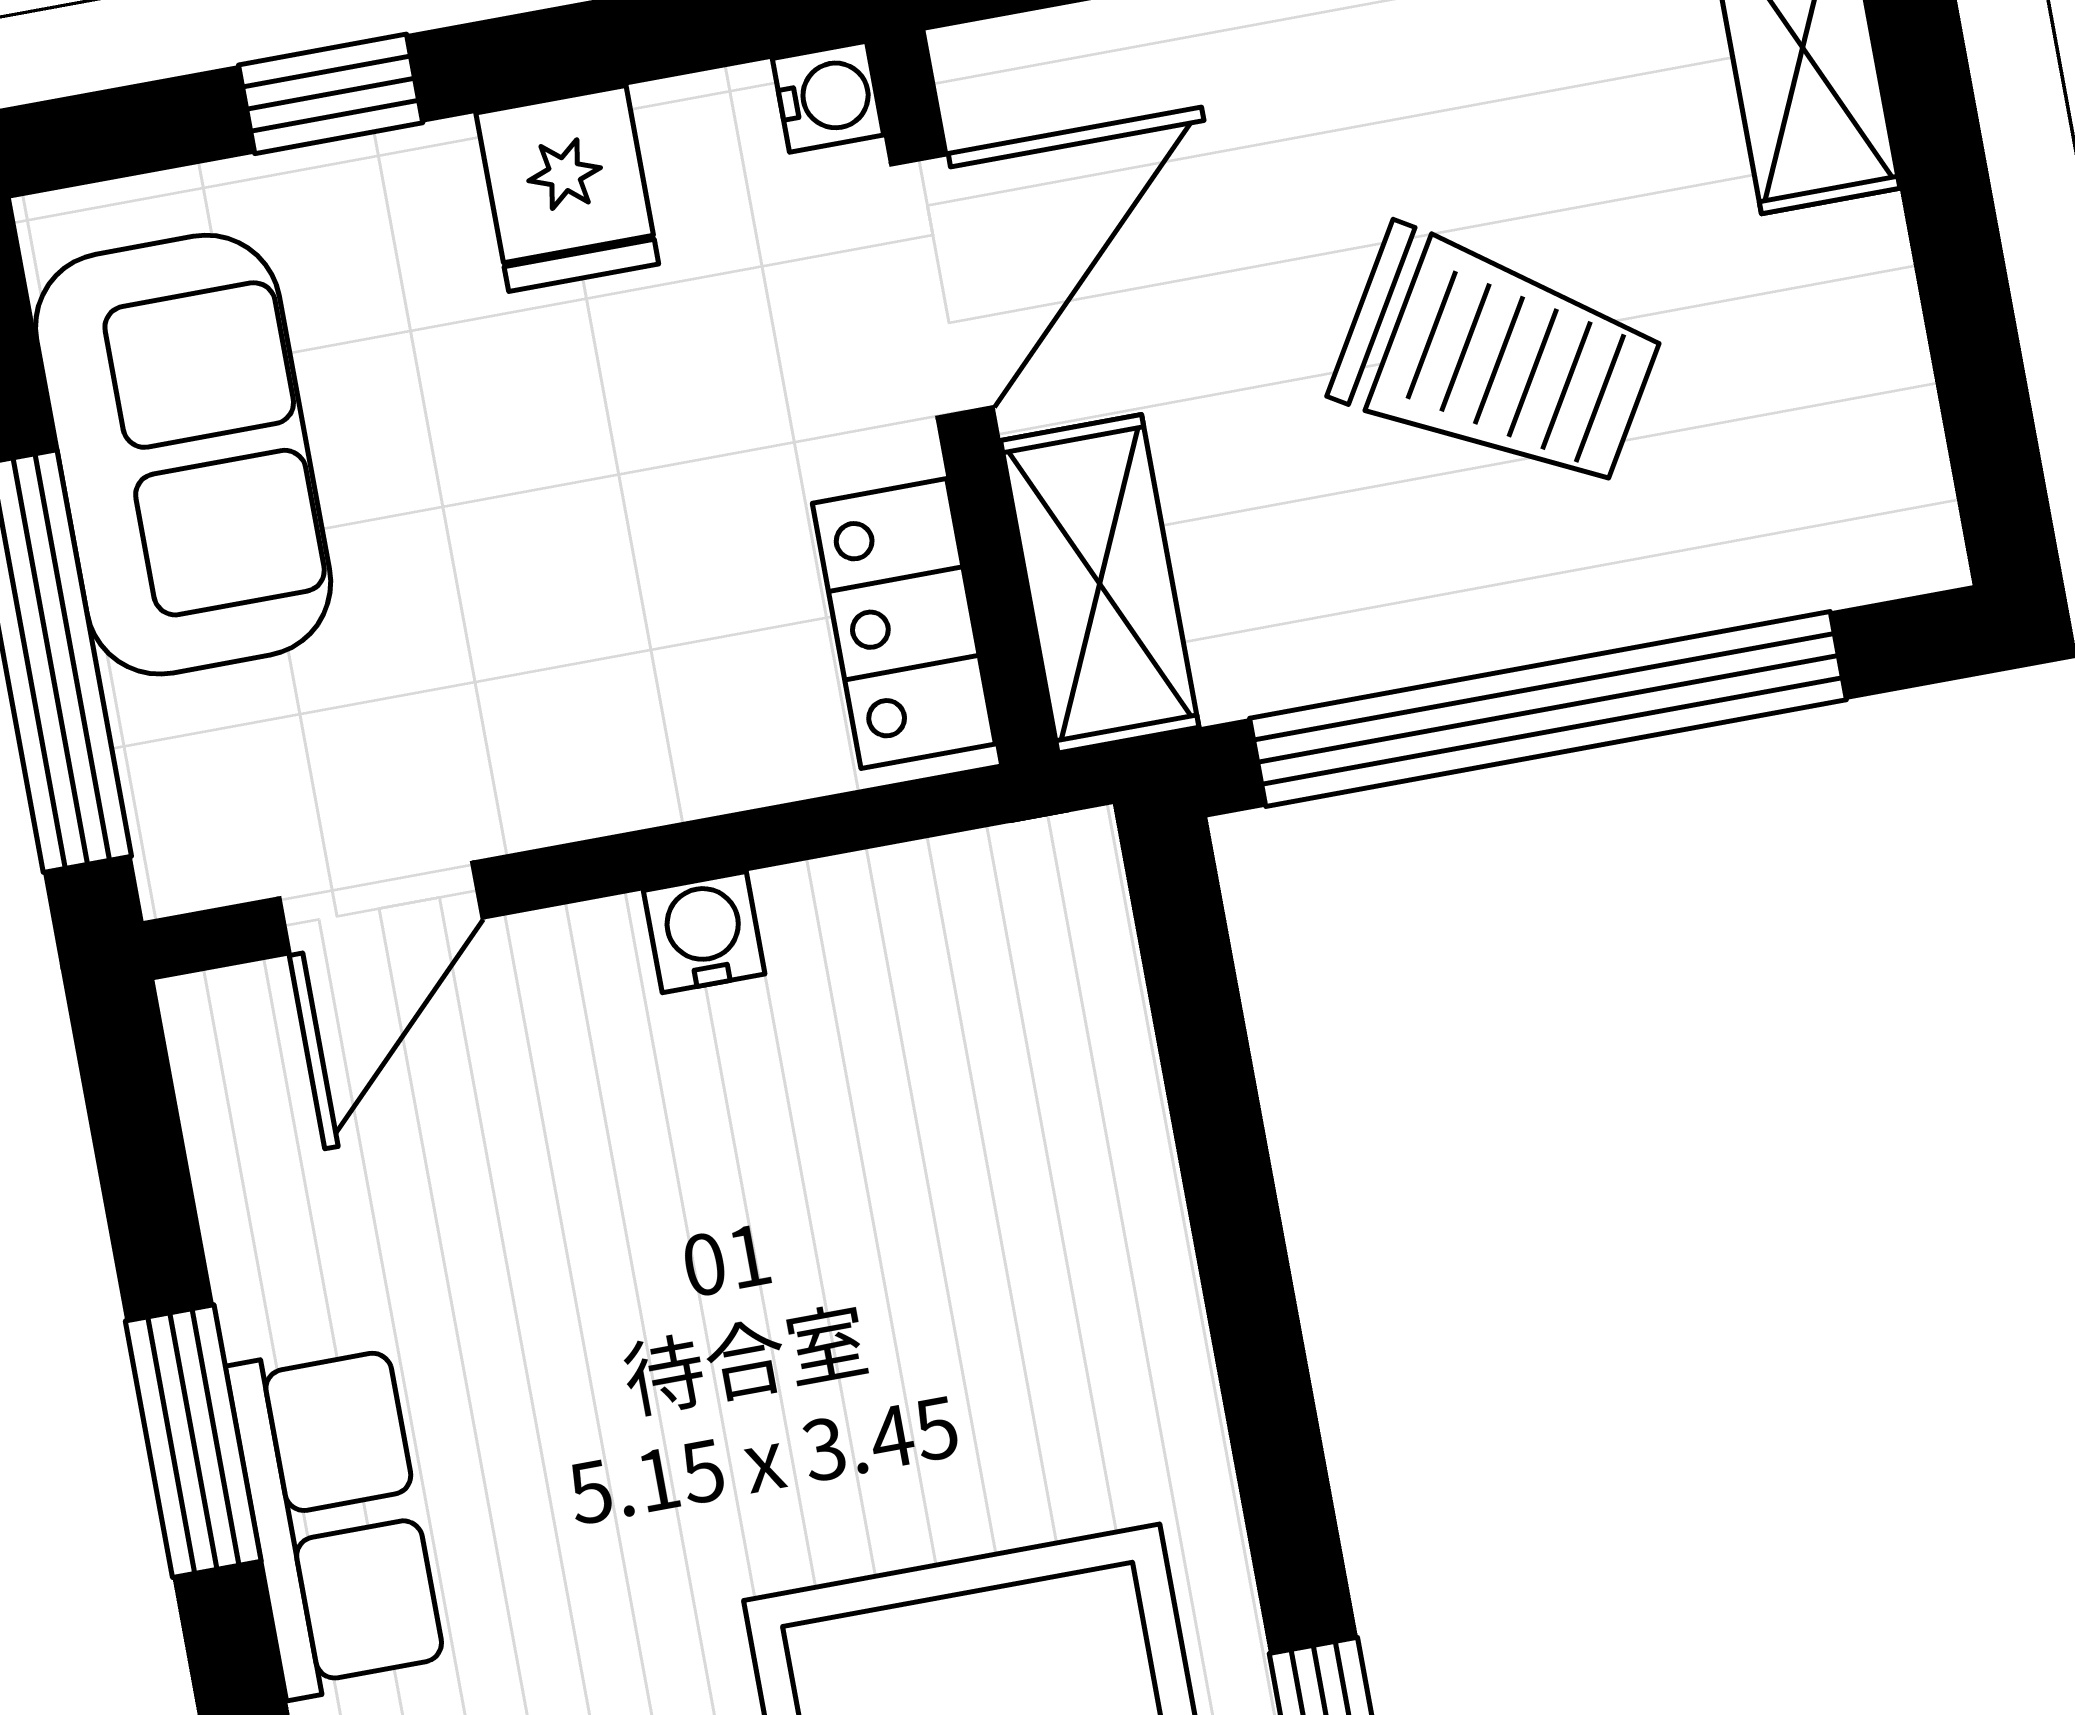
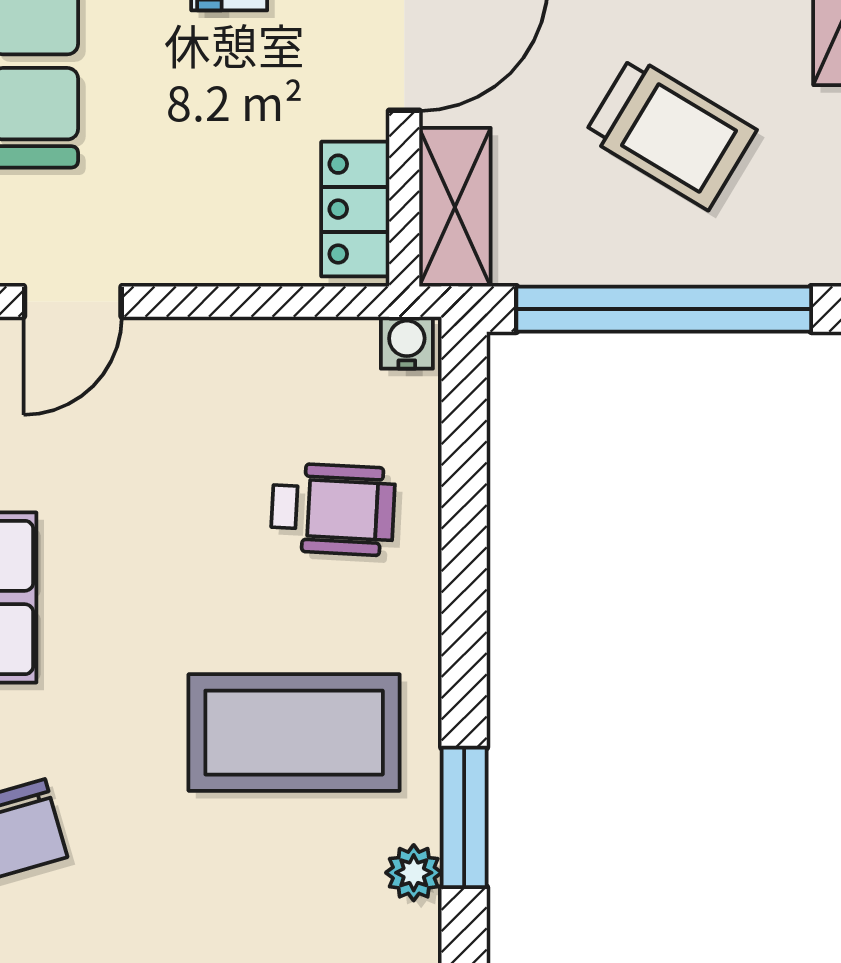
water cooler: (704, 932) -> (407, 343), moved
wheelchair: (968, 1223) -> (333, 509), added

